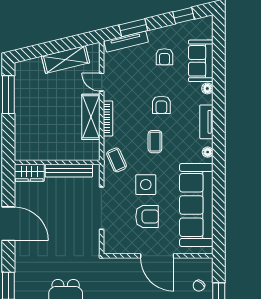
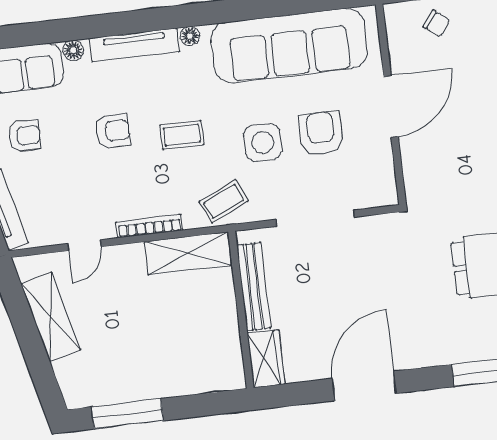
shelving: (91, 117) -> (188, 253), moved
tv unit: (206, 122) -> (134, 45), width x1.41

